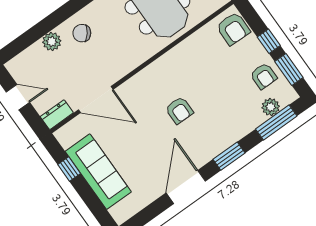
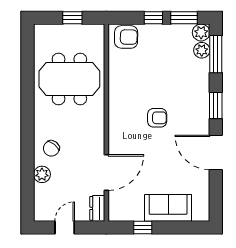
armchair: (264, 76) -> (176, 39), removed
plant: (287, 95) -> (201, 33), added
sofa: (98, 172) -> (168, 208), width x0.73

